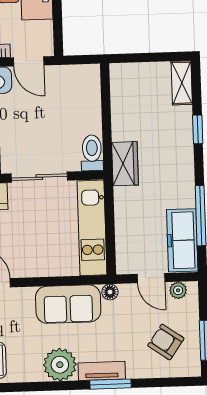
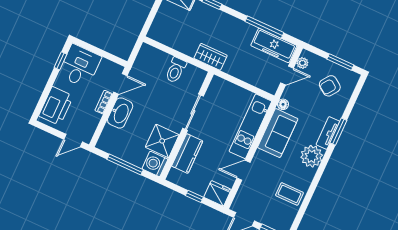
toilet: (92, 153) -> (176, 70), moved, turned -90
kitchen unit: (92, 228) -> (250, 126), moved, turned 90

